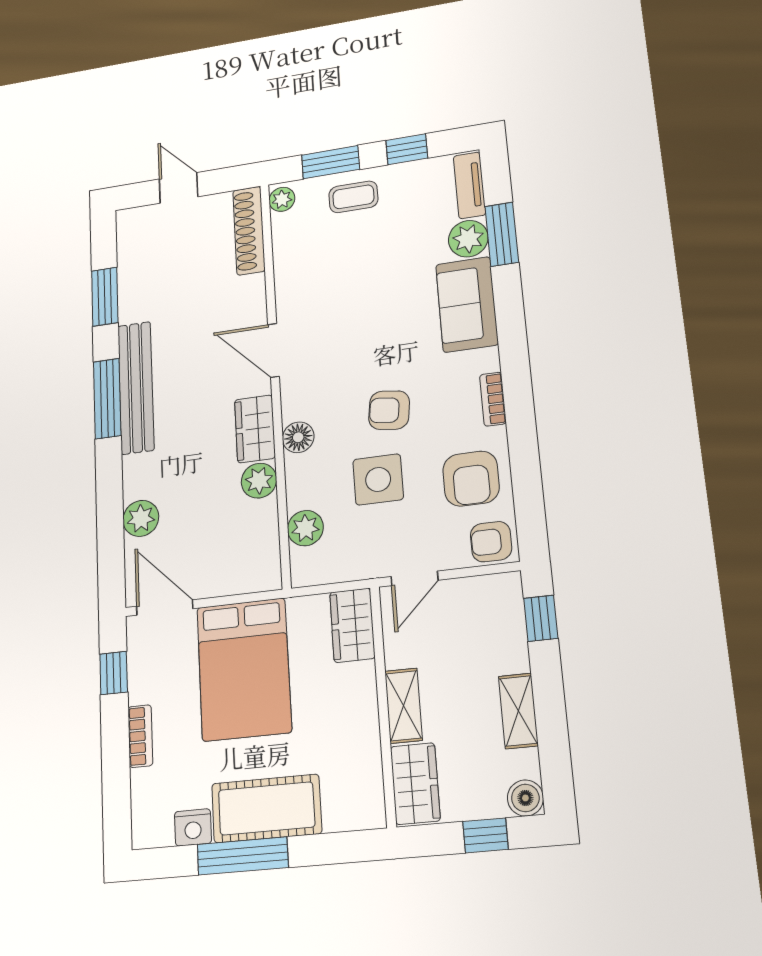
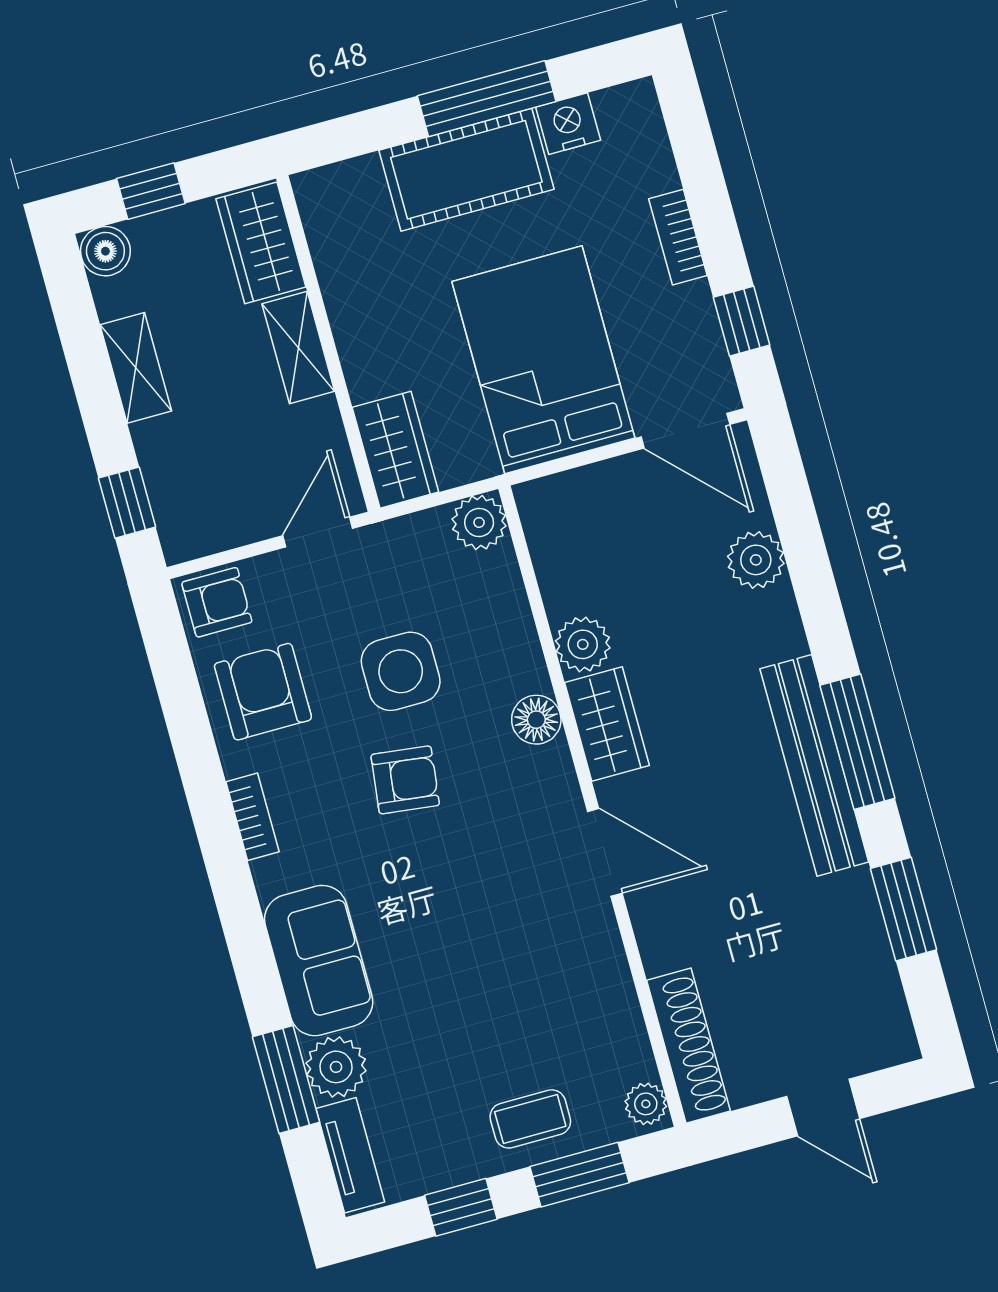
plant: (305, 528) -> (479, 522), moved

